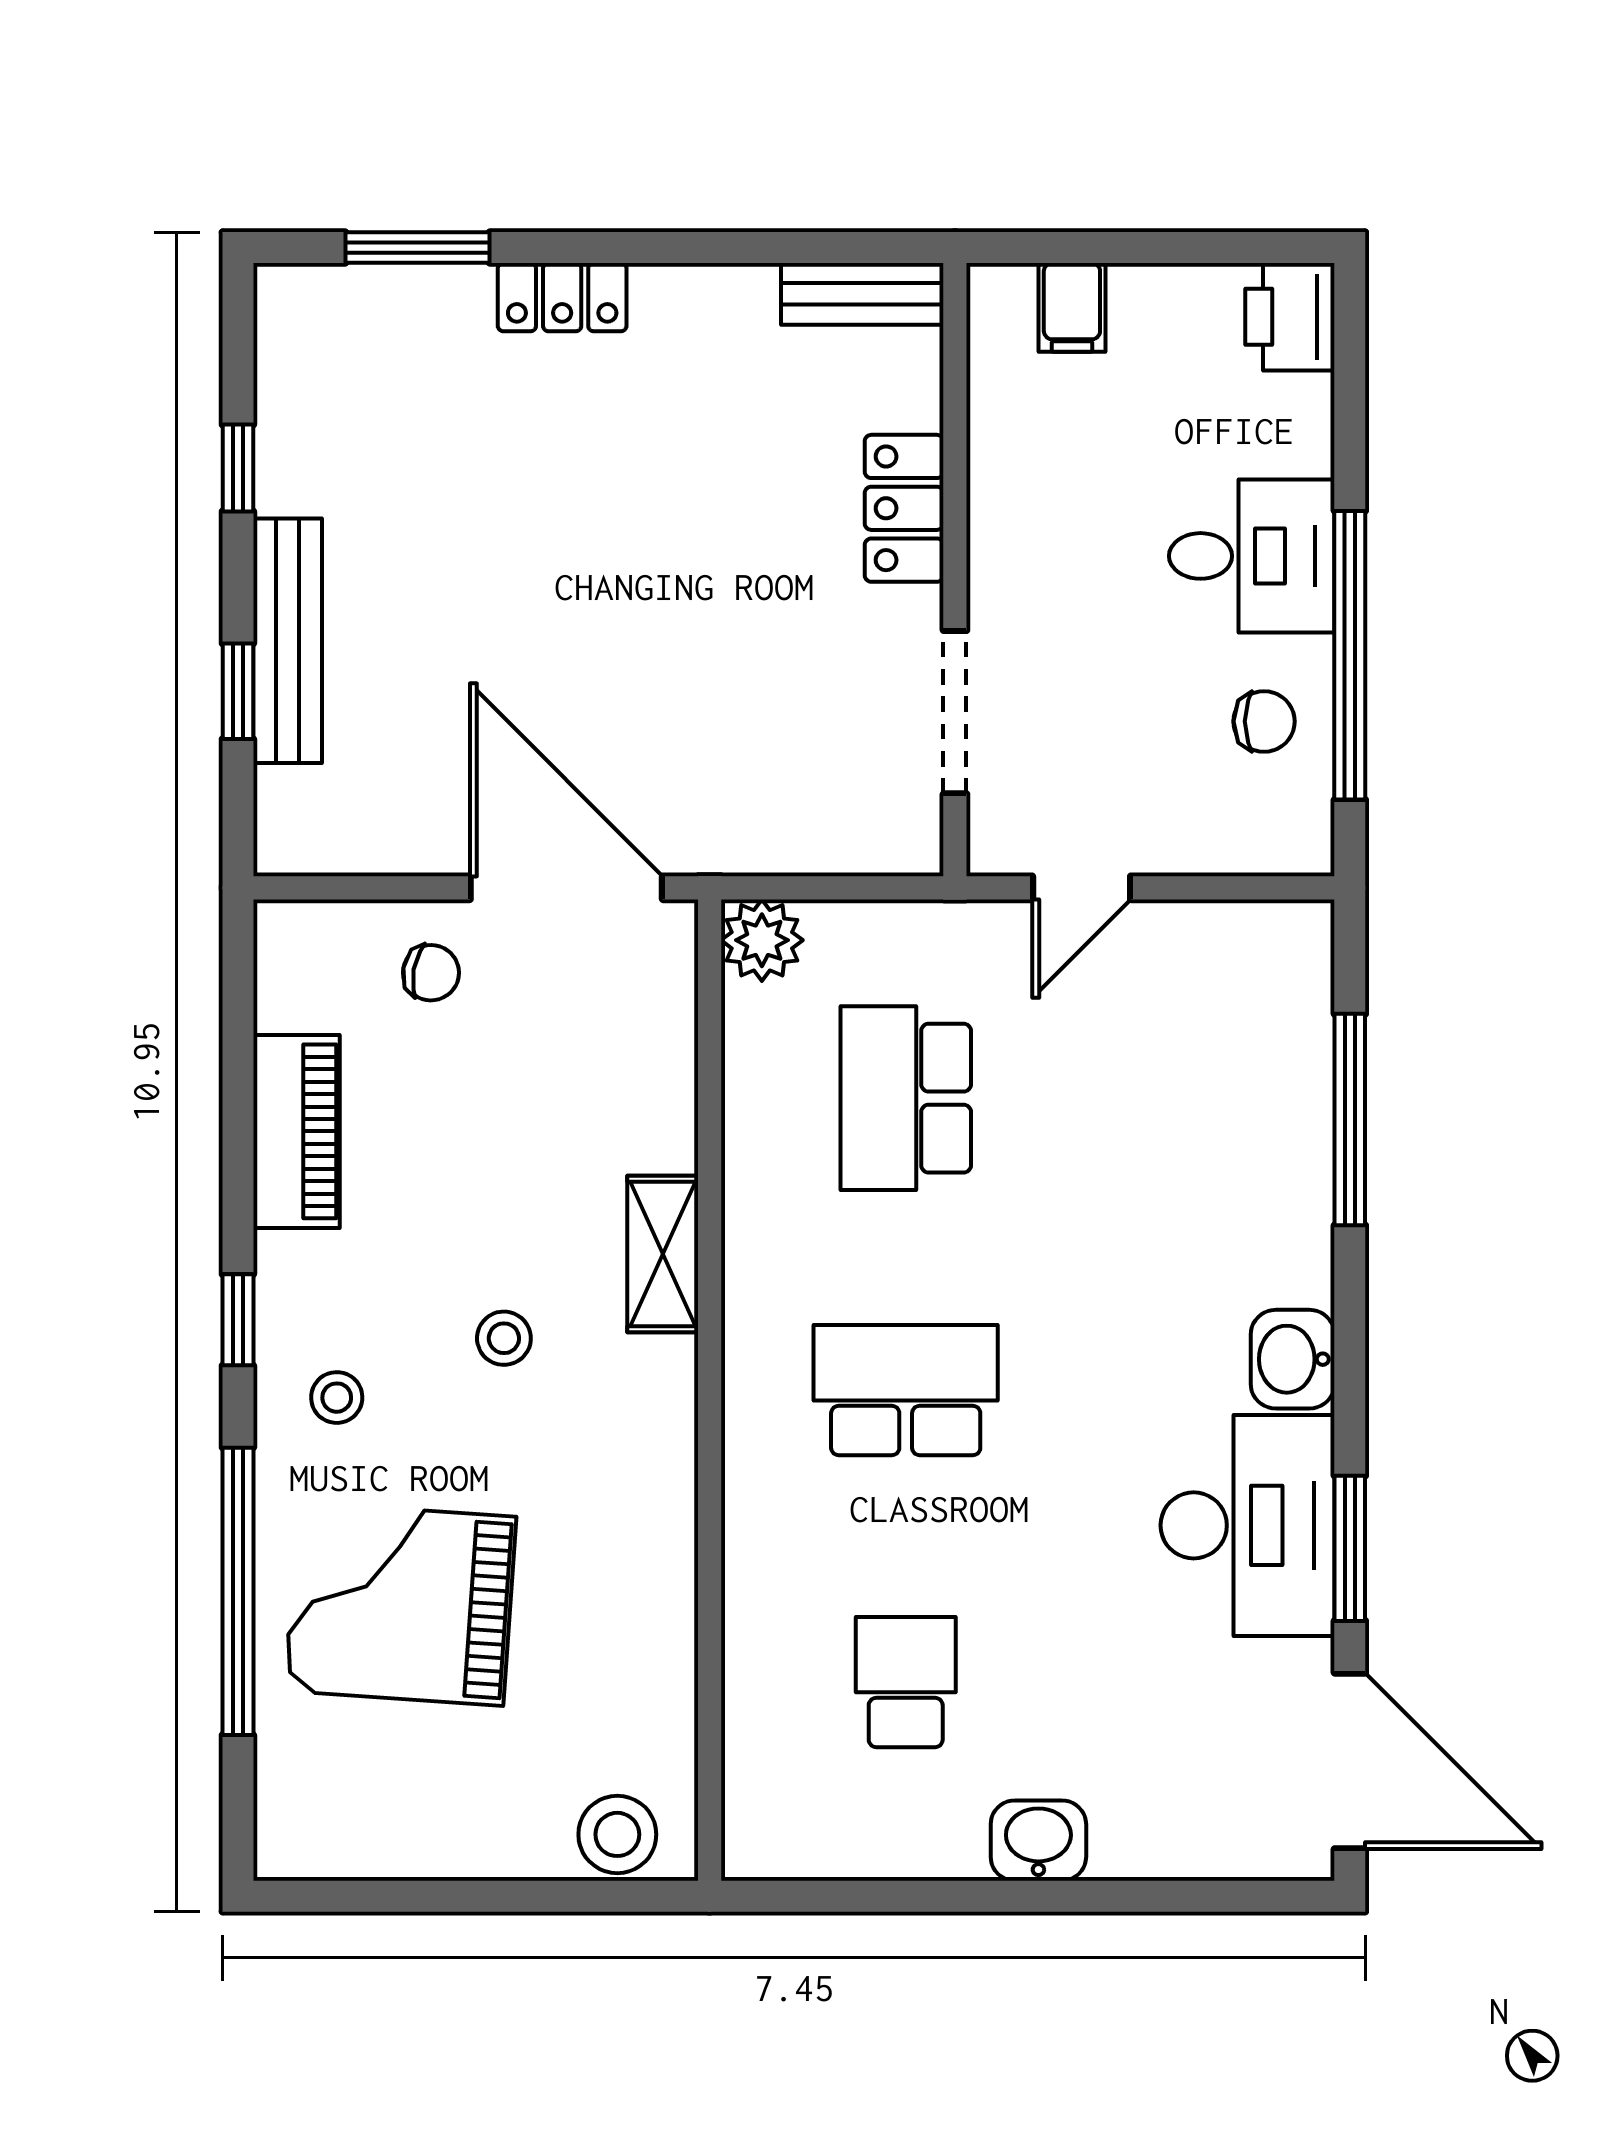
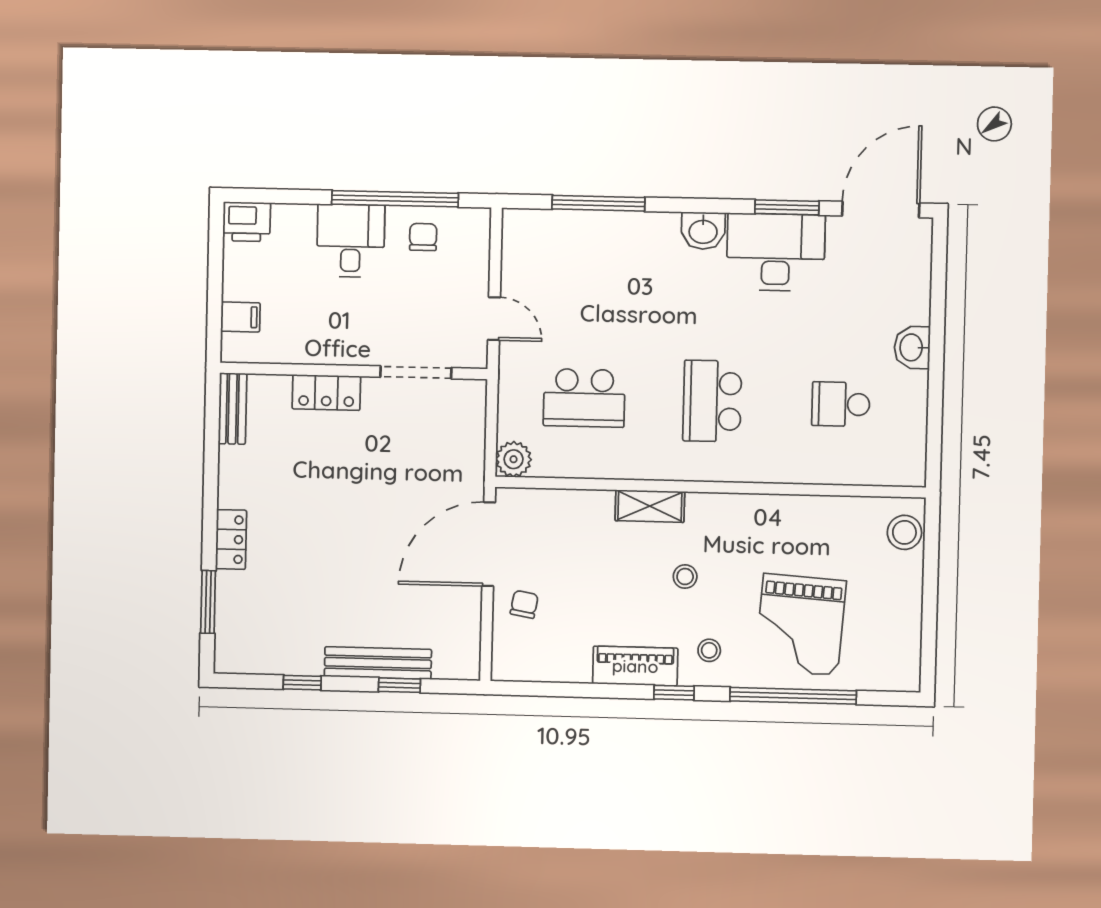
piano: (296, 1131) -> (635, 666), moved

